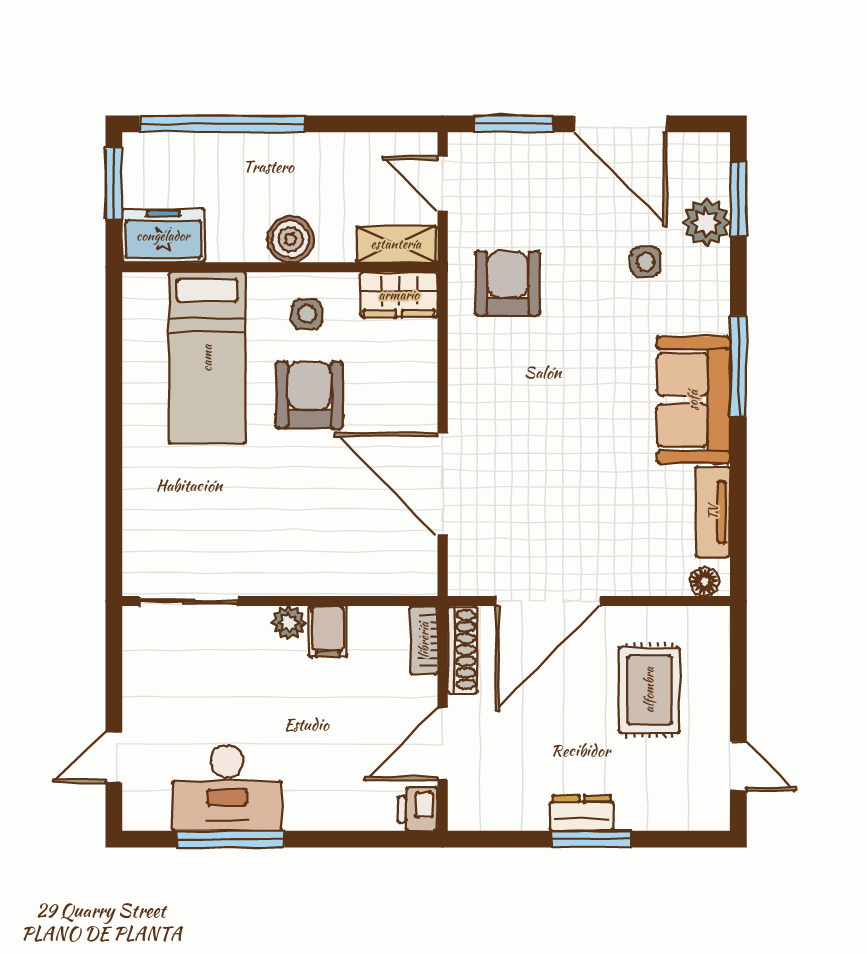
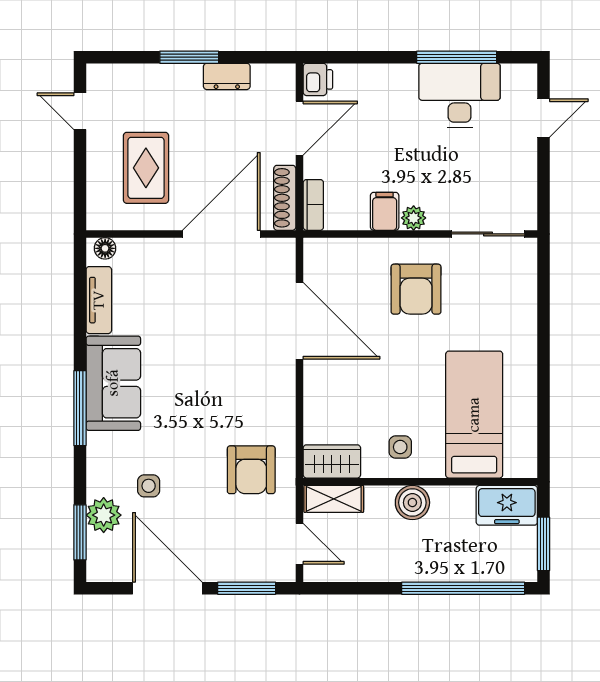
armchair: (309, 395) -> (416, 289), moved
dresser: (582, 813) -> (227, 76), moved

